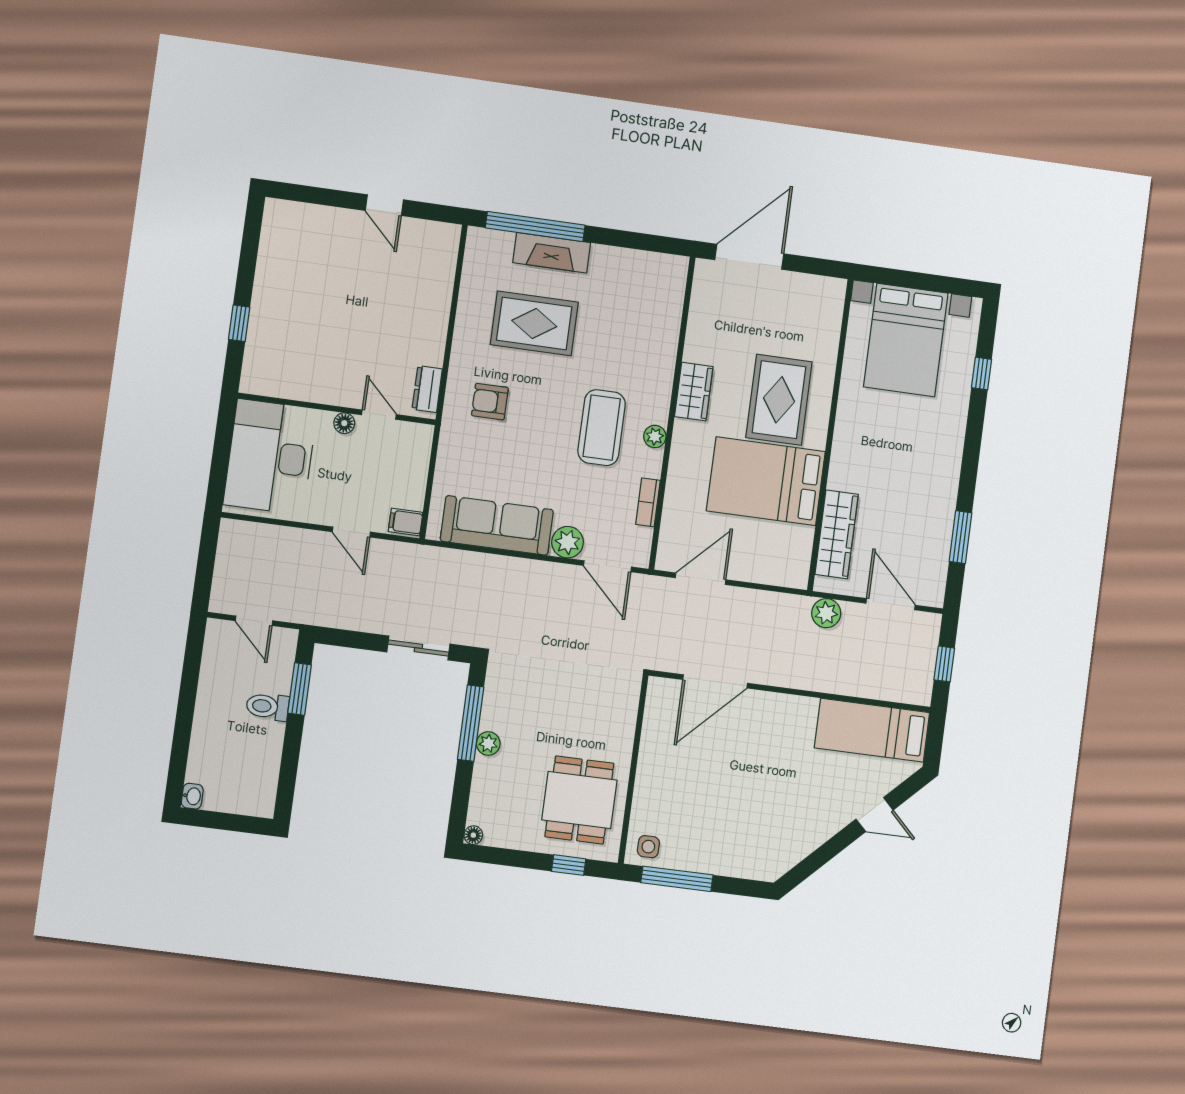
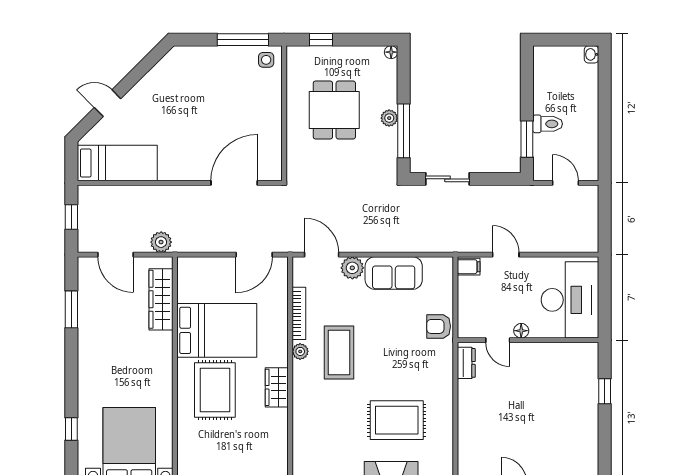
armchair: (490, 402) -> (439, 326), moved, turned 180
bookcase: (648, 502) -> (299, 313), width x1.56
sofa: (497, 525) -> (394, 273), width x0.73
dining table: (579, 800) -> (334, 110), moved

